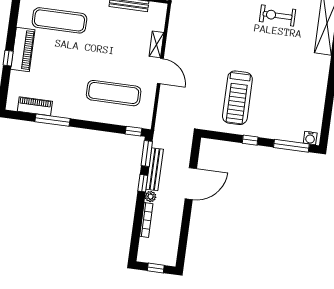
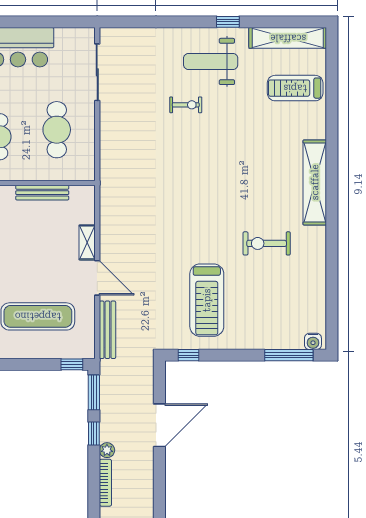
exercise bike: (277, 16) -> (267, 243), moved
window: (250, 140) -> (189, 355), moved
bench: (155, 169) -> (107, 330), moved

